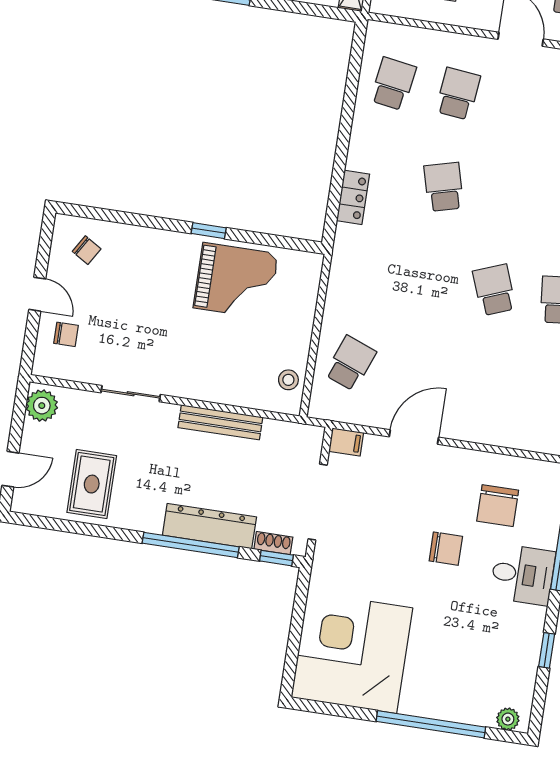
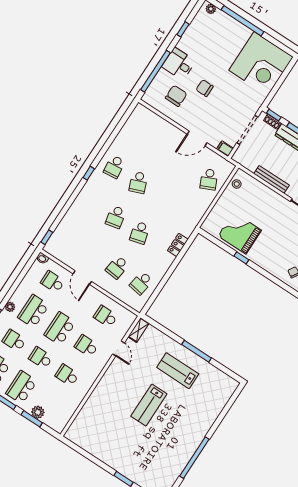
school desk: (508, 197) -> (116, 217), added
school desk: (350, 363) -> (209, 179), turned -45

